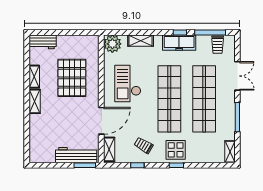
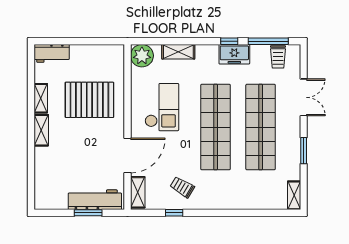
freezer: (179, 43) -> (234, 54), width x0.71
pallet: (72, 78) -> (89, 100), turned 90
checkout: (128, 83) -> (162, 107), turned 180
window: (237, 117) -> (304, 151), width x0.69
display table: (176, 150) -> (224, 193), removed
window: (85, 165) -> (88, 213), moved
window: (176, 165) -> (225, 213), removed

